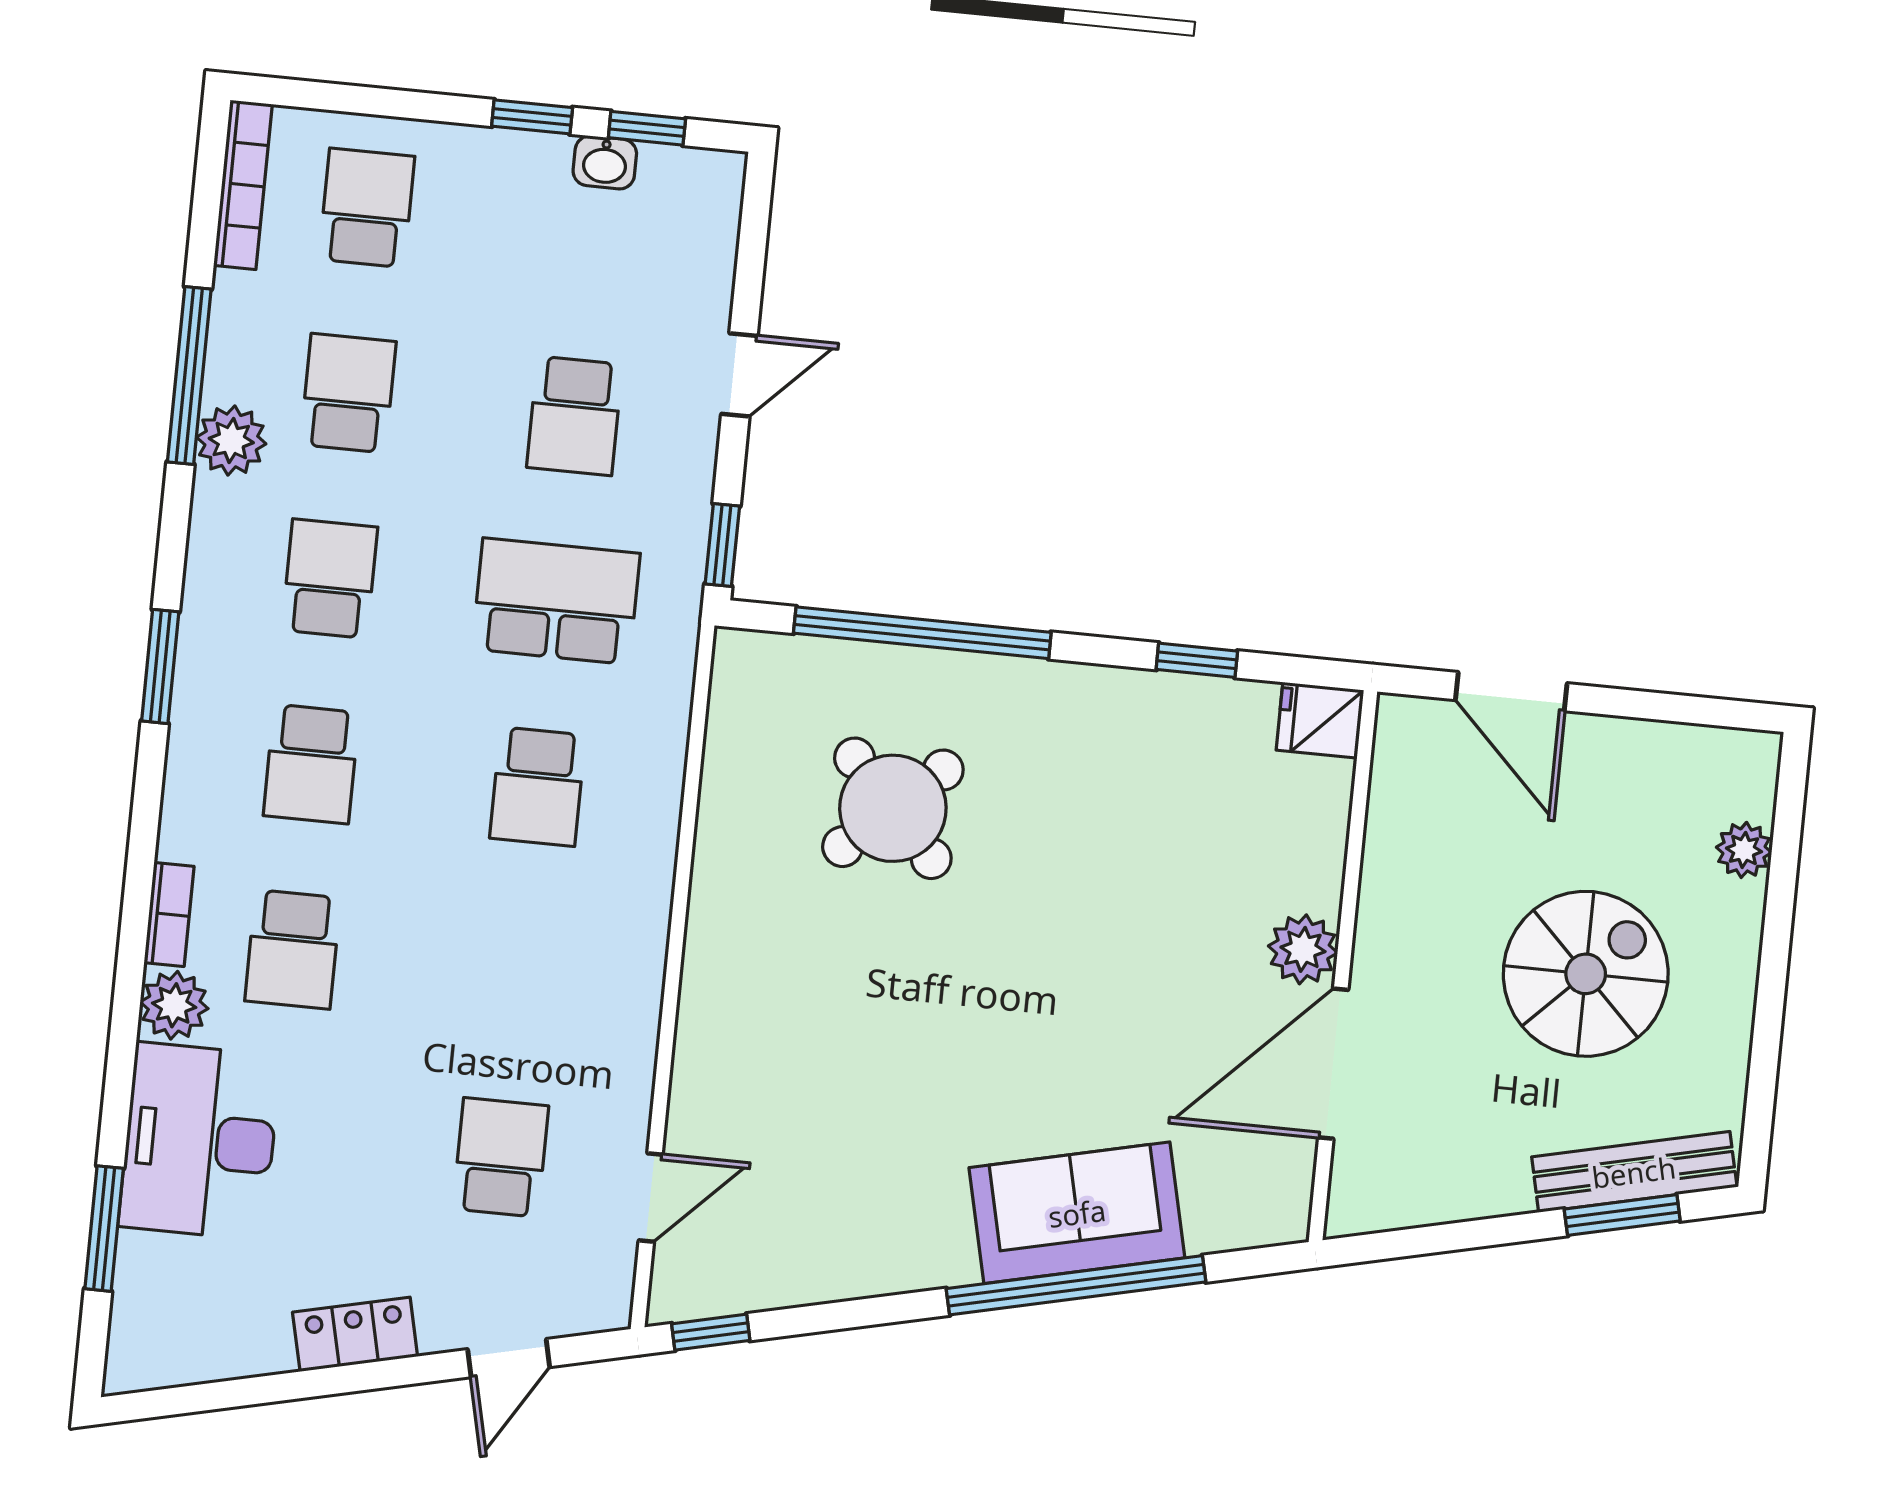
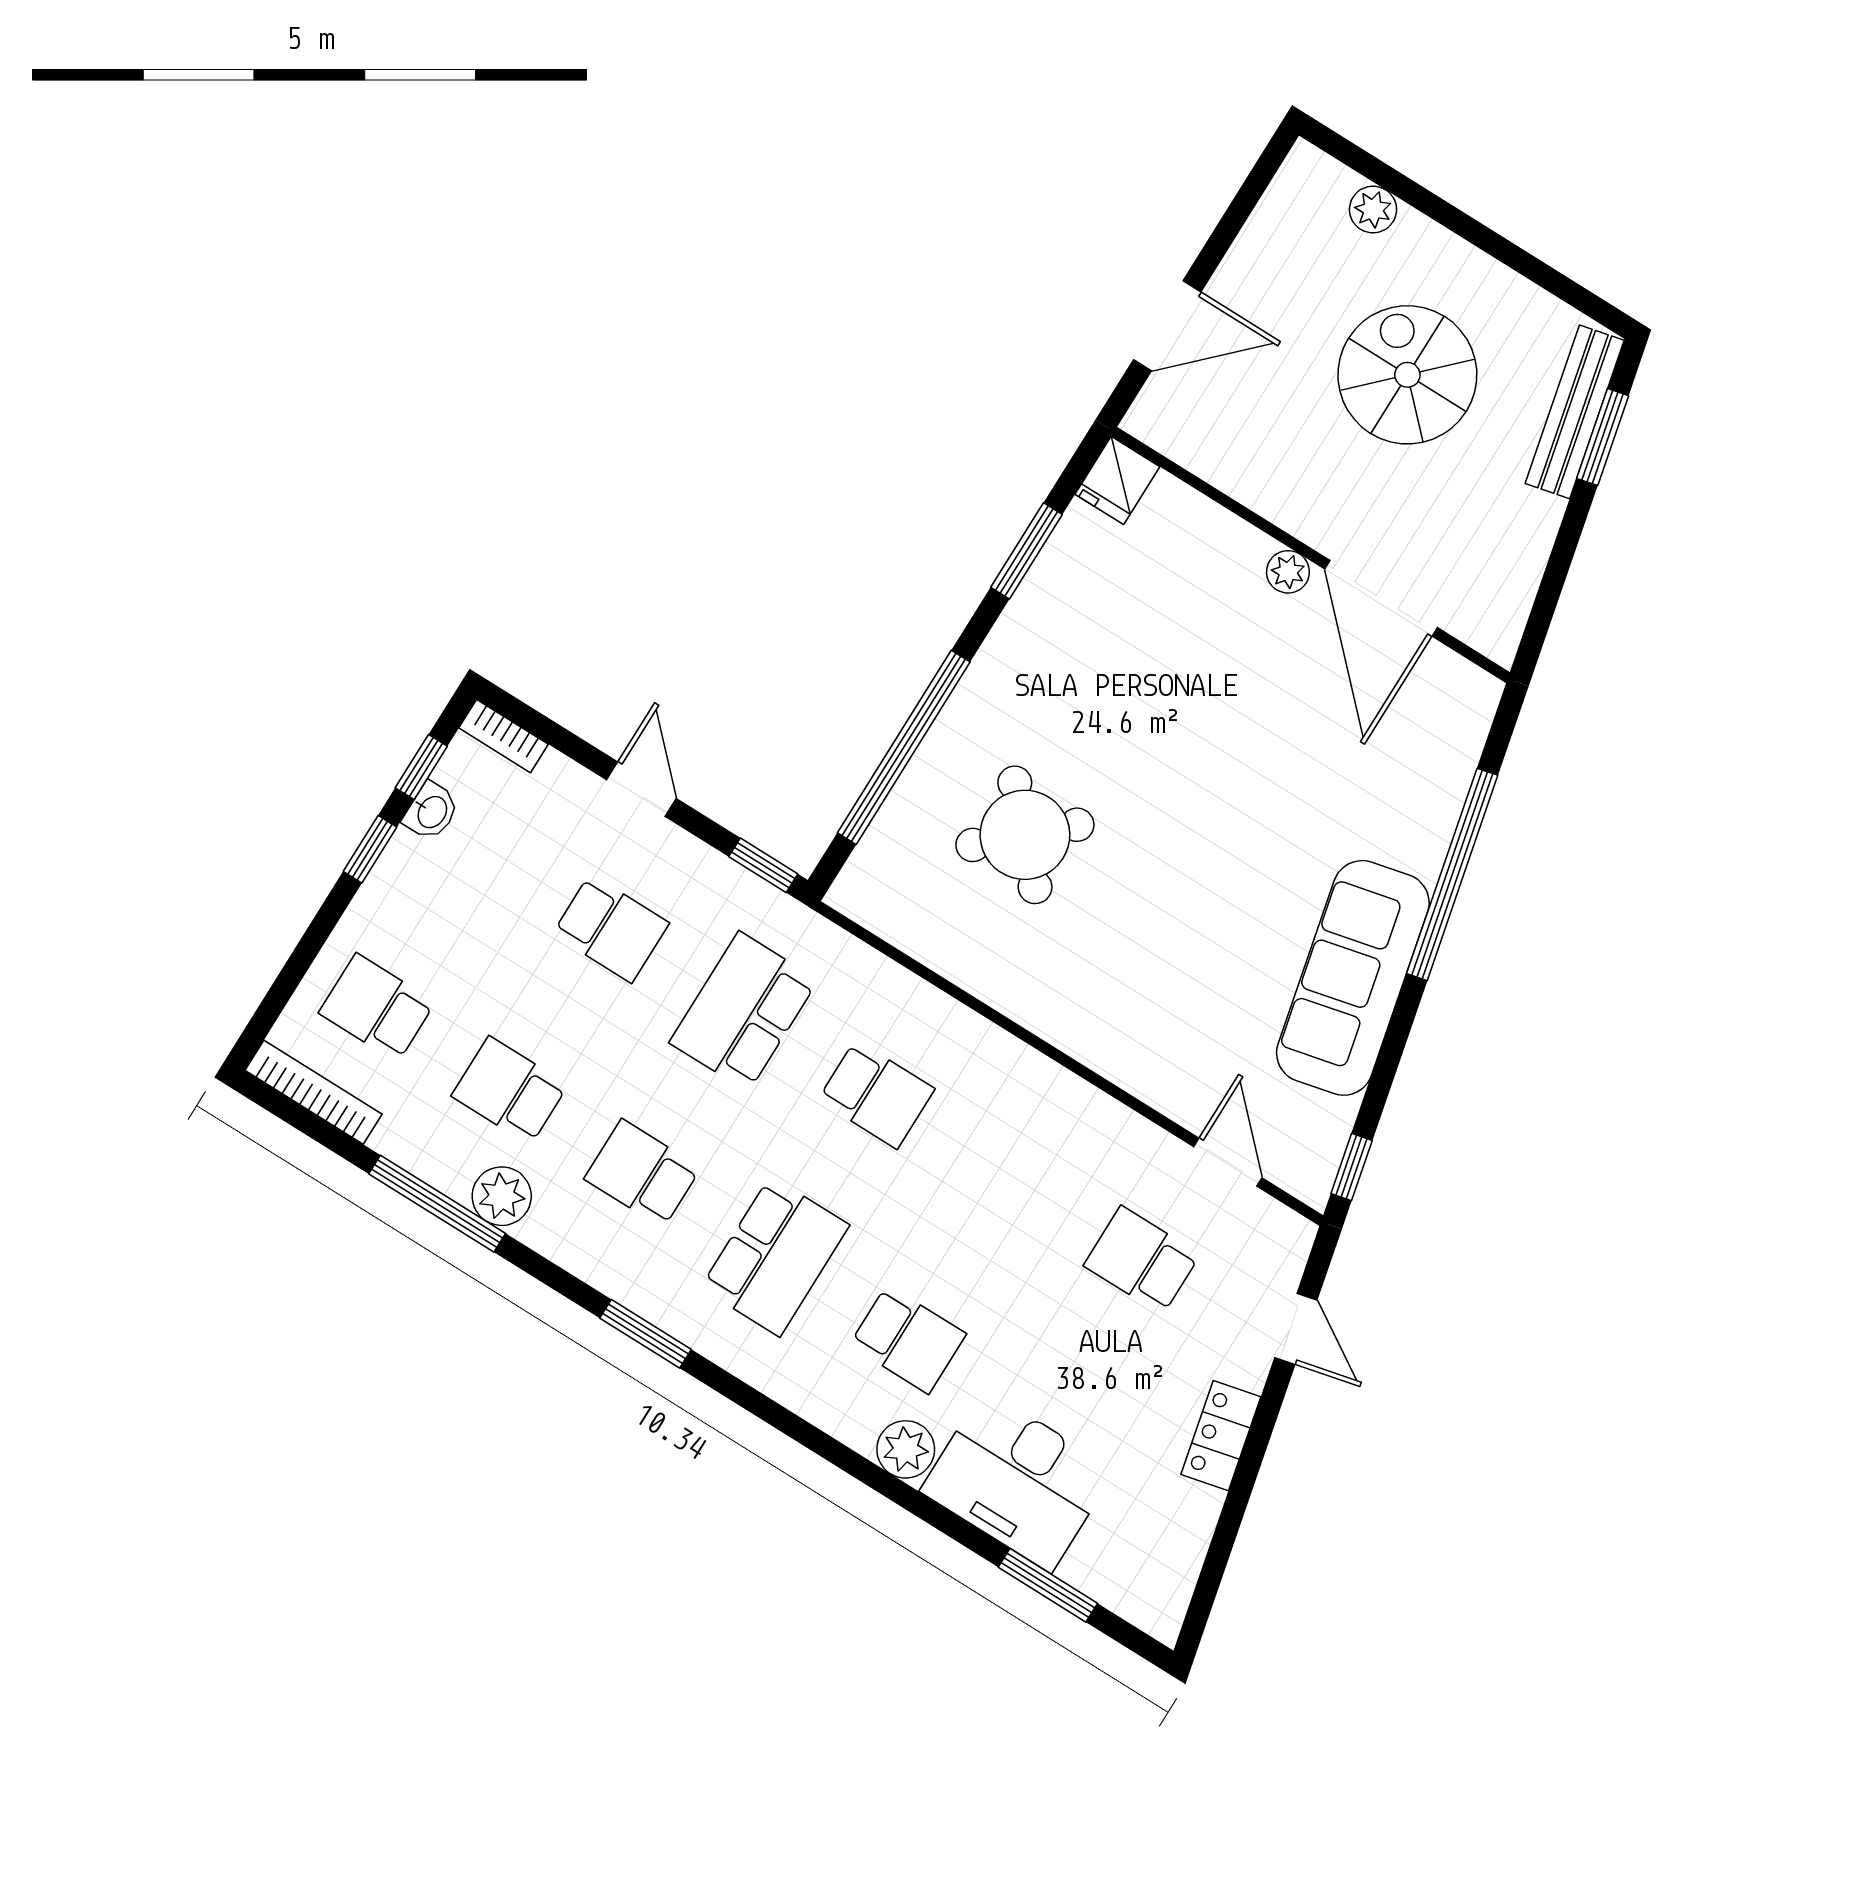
window: (1197, 660) -> (1027, 551), width x1.50
school desk: (311, 764) -> (775, 1256), width x1.85
bookcase: (169, 914) -> (504, 736), moved, turned 180
plant: (1303, 949) -> (1288, 572), width x0.73, depth x0.73
sofa: (1077, 1213) -> (1353, 978), moved, width x1.36

